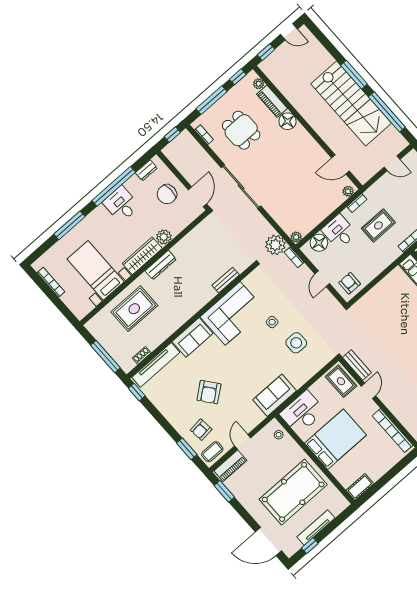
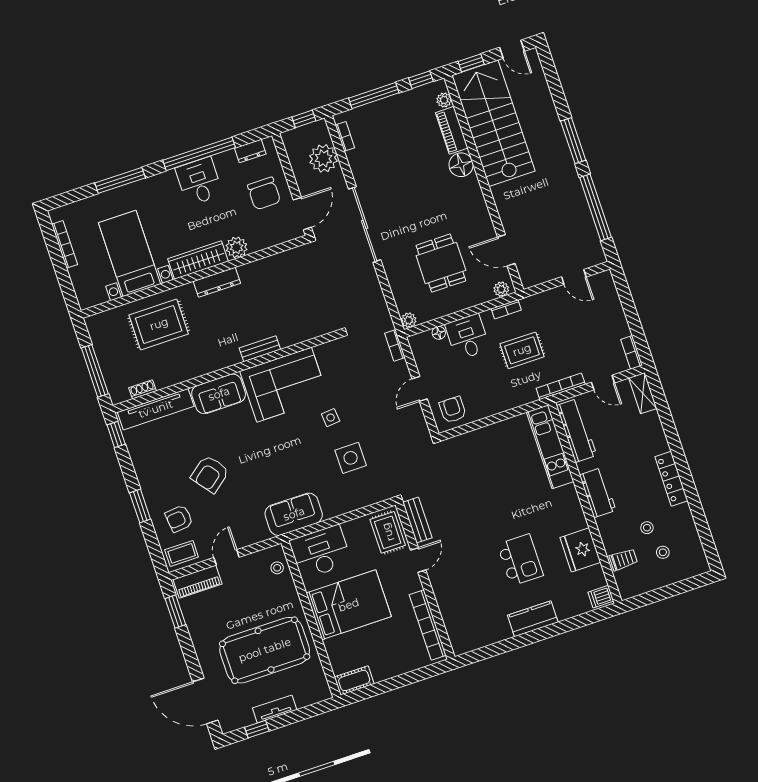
stairs: (351, 103) -> (493, 123), moved, turned 180
dining table: (241, 130) -> (441, 263), moved
chair: (167, 194) -> (264, 193), turned -88
floor lamp: (319, 243) -> (439, 333), width x0.53, depth x0.53
plant: (275, 245) -> (324, 158), moved
bench: (226, 280) -> (260, 349), moved
window: (187, 449) -> (140, 506), moved
tv unit: (316, 527) -> (275, 709), width x0.71

